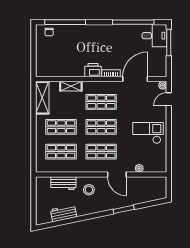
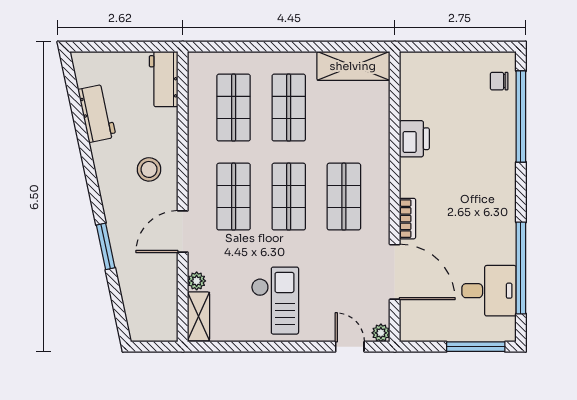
desk: (154, 36) -> (489, 291), moved, turned -90
printer: (93, 70) -> (414, 139), moved
shelving: (71, 86) -> (198, 316), moved
workbench: (63, 183) -> (164, 79), moved

